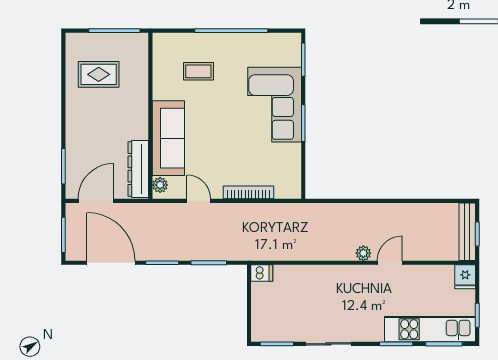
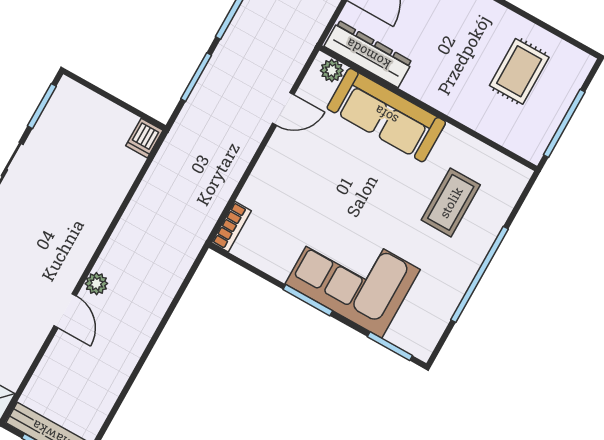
coffee table: (198, 71) -> (451, 202), width x1.36, depth x1.30
bookcase: (248, 192) -> (231, 227), moved, width x0.64

